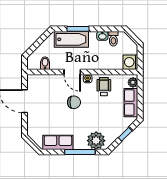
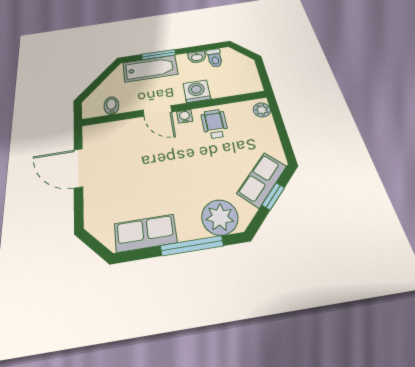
washing machine: (130, 62) -> (197, 91), moved, turned 90
chair: (74, 102) -> (167, 156), removed
row of seats: (131, 103) -> (262, 180), moved, turned 45

